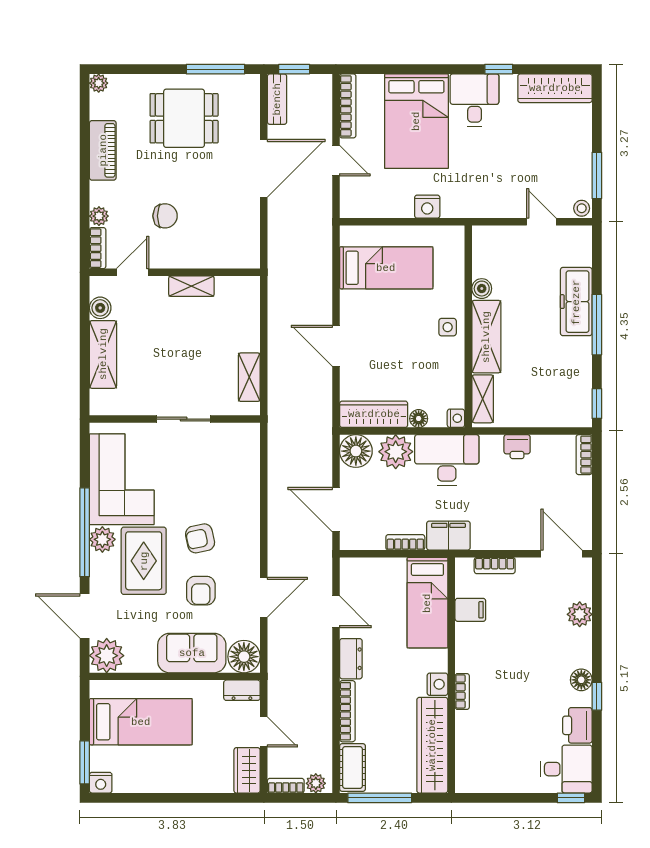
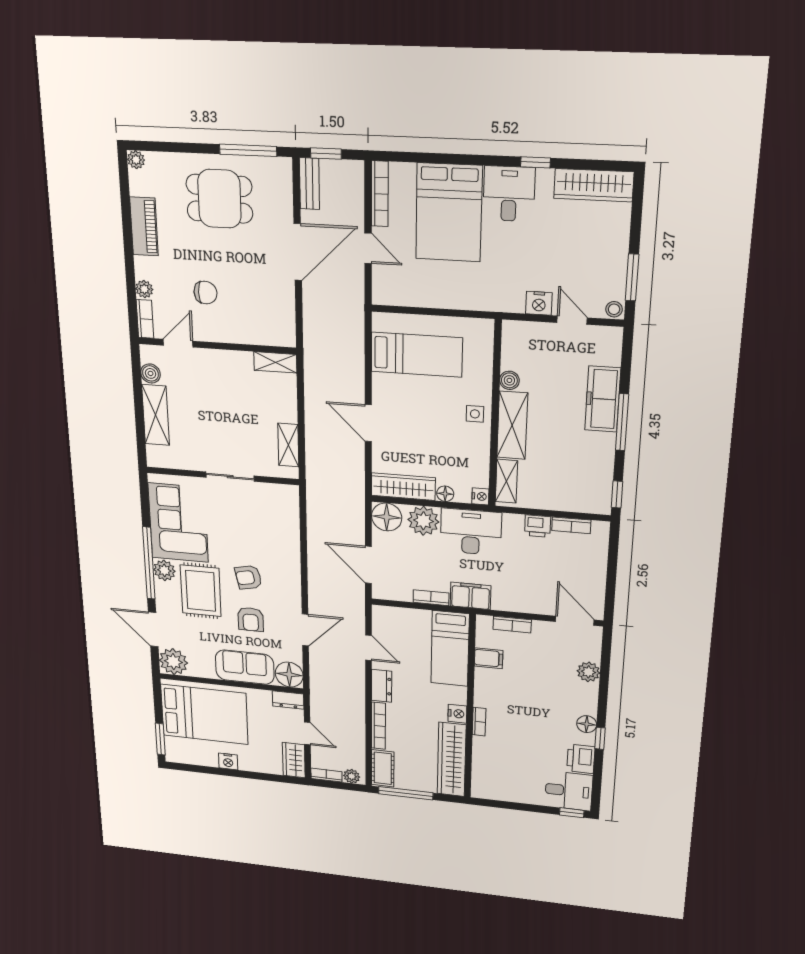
nightstand: (427, 207) -> (539, 303), moved
shelving: (191, 286) -> (275, 362), moved
bookcase: (584, 455) -> (571, 525), moved, turned -90
bed: (141, 722) -> (204, 714), width x1.50
nightstand: (101, 783) -> (228, 761), moved

